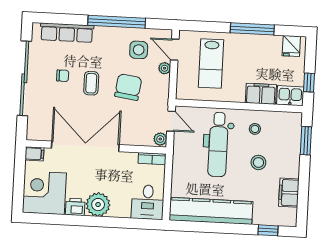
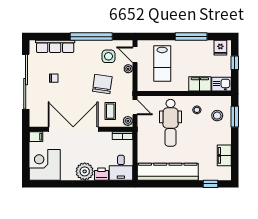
coffee table: (91, 83) -> (110, 111), moved
window: (309, 83) -> (235, 63), moved
stool: (258, 162) -> (217, 116), moved
printer: (75, 207) -> (102, 174), moved

